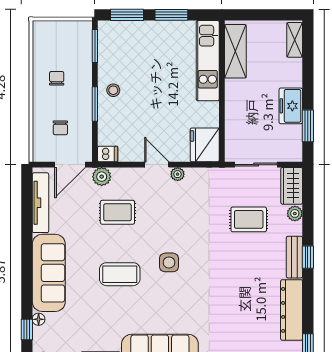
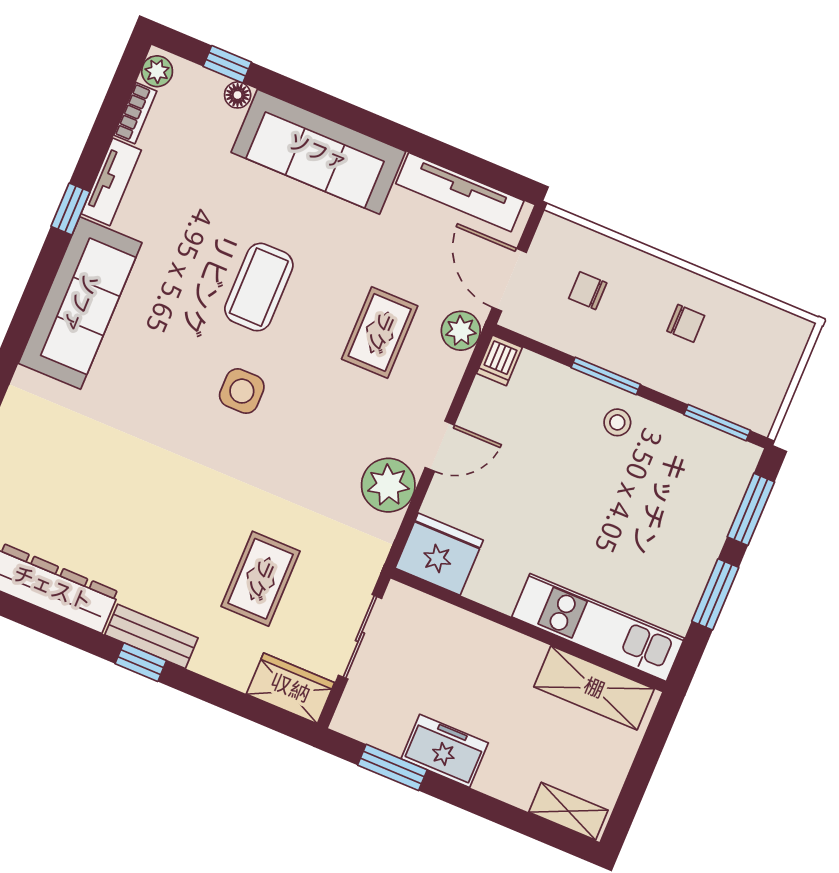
plant: (178, 174) -> (388, 485), width x1.88, depth x1.88
plant: (295, 213) -> (235, 672), removed

